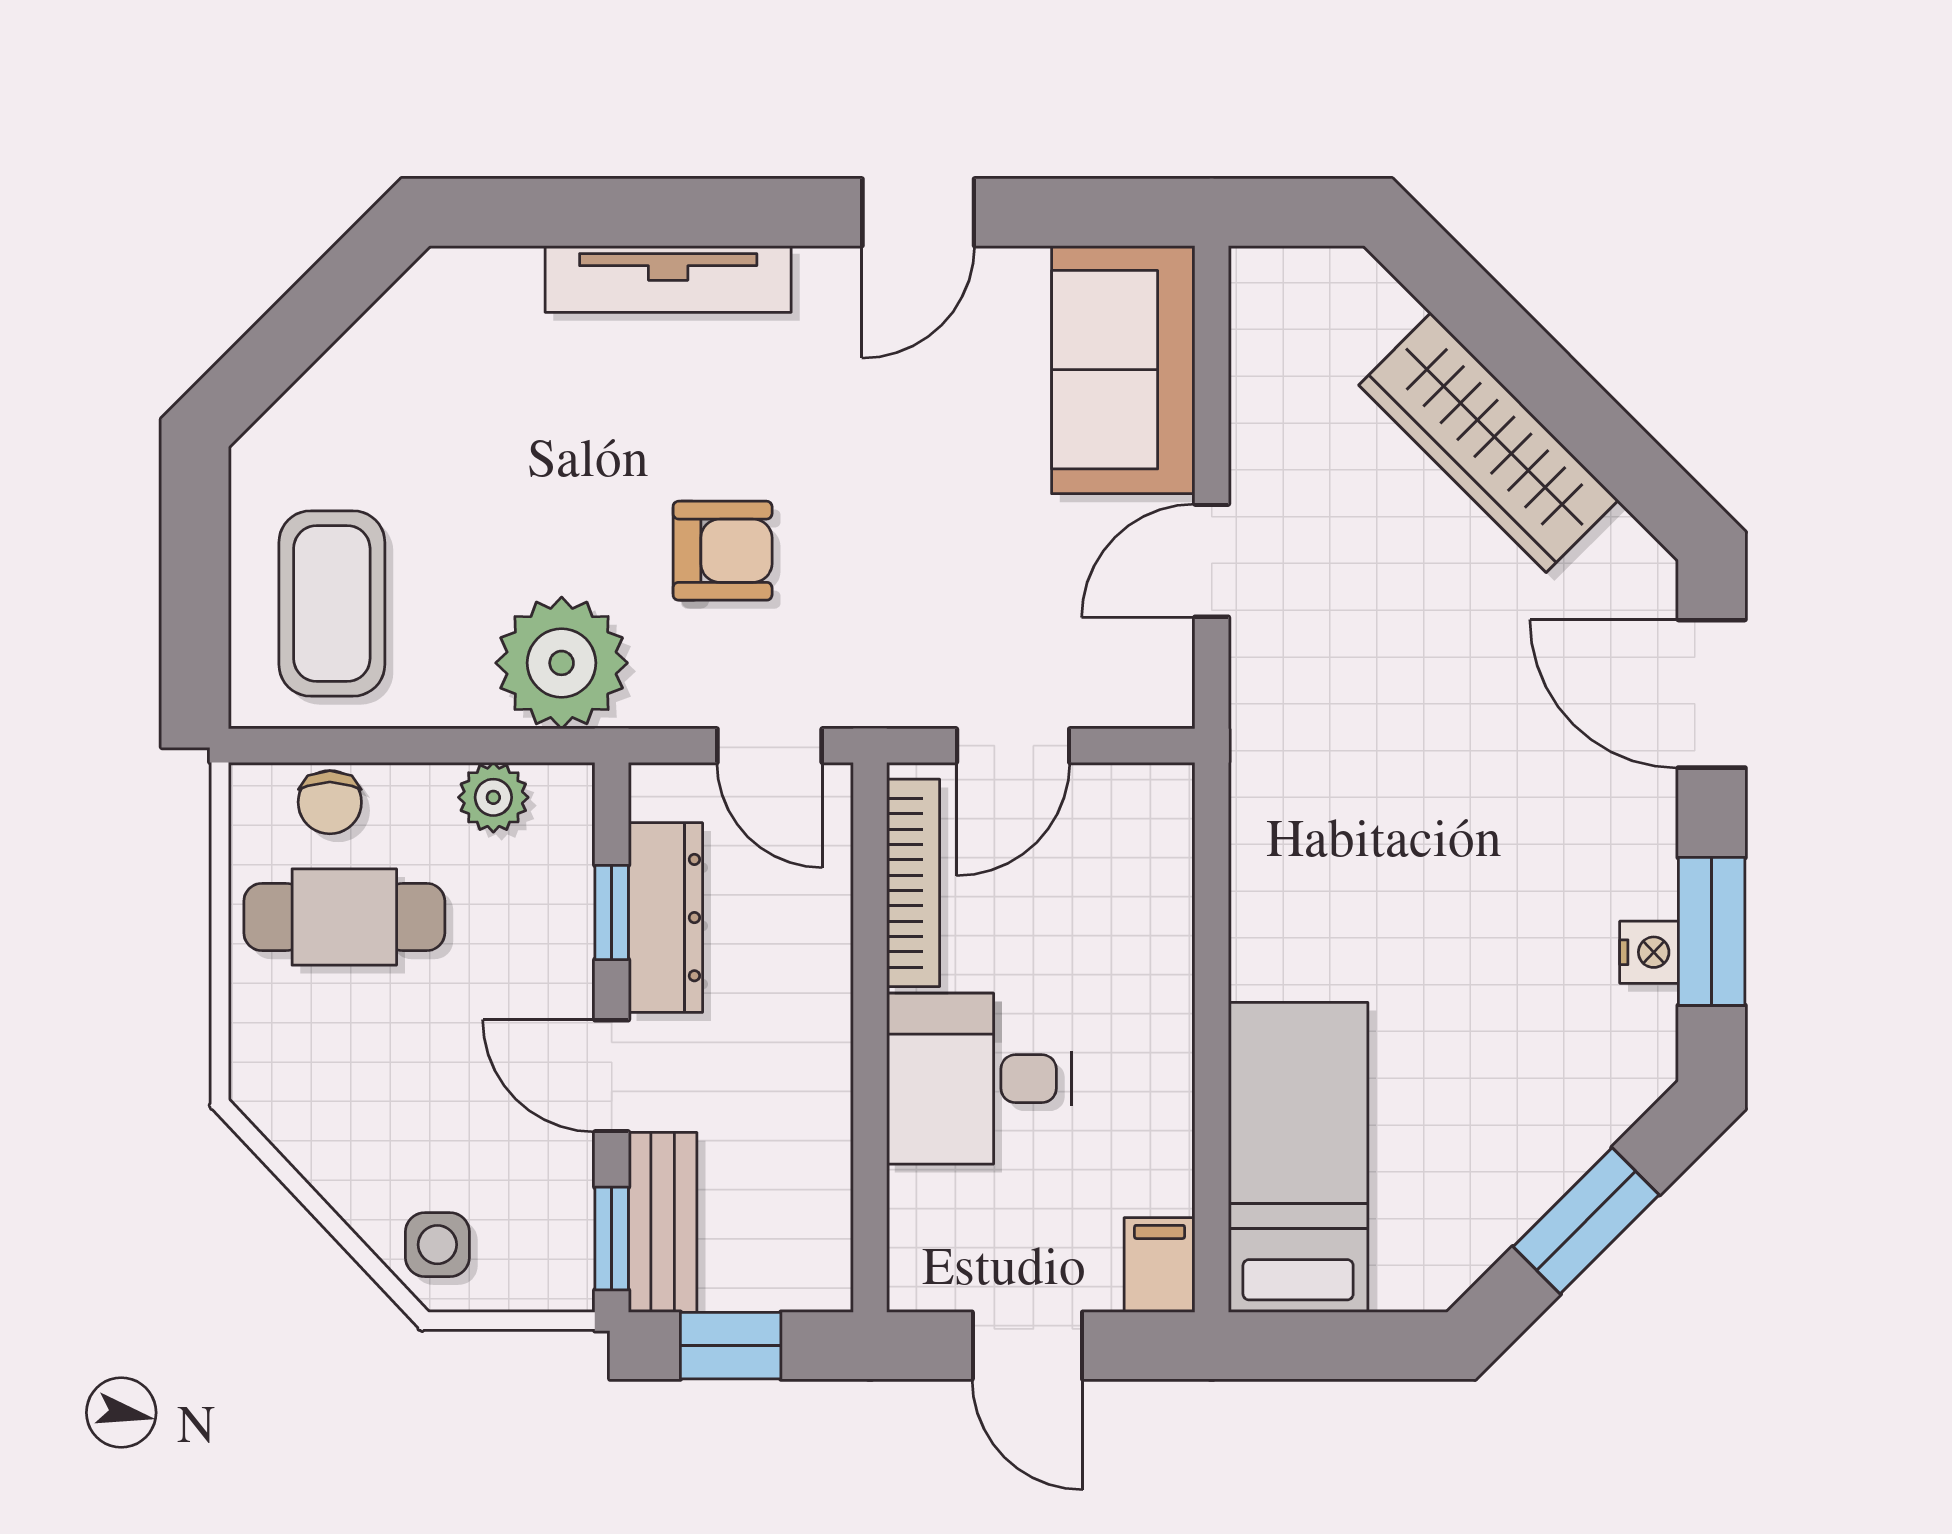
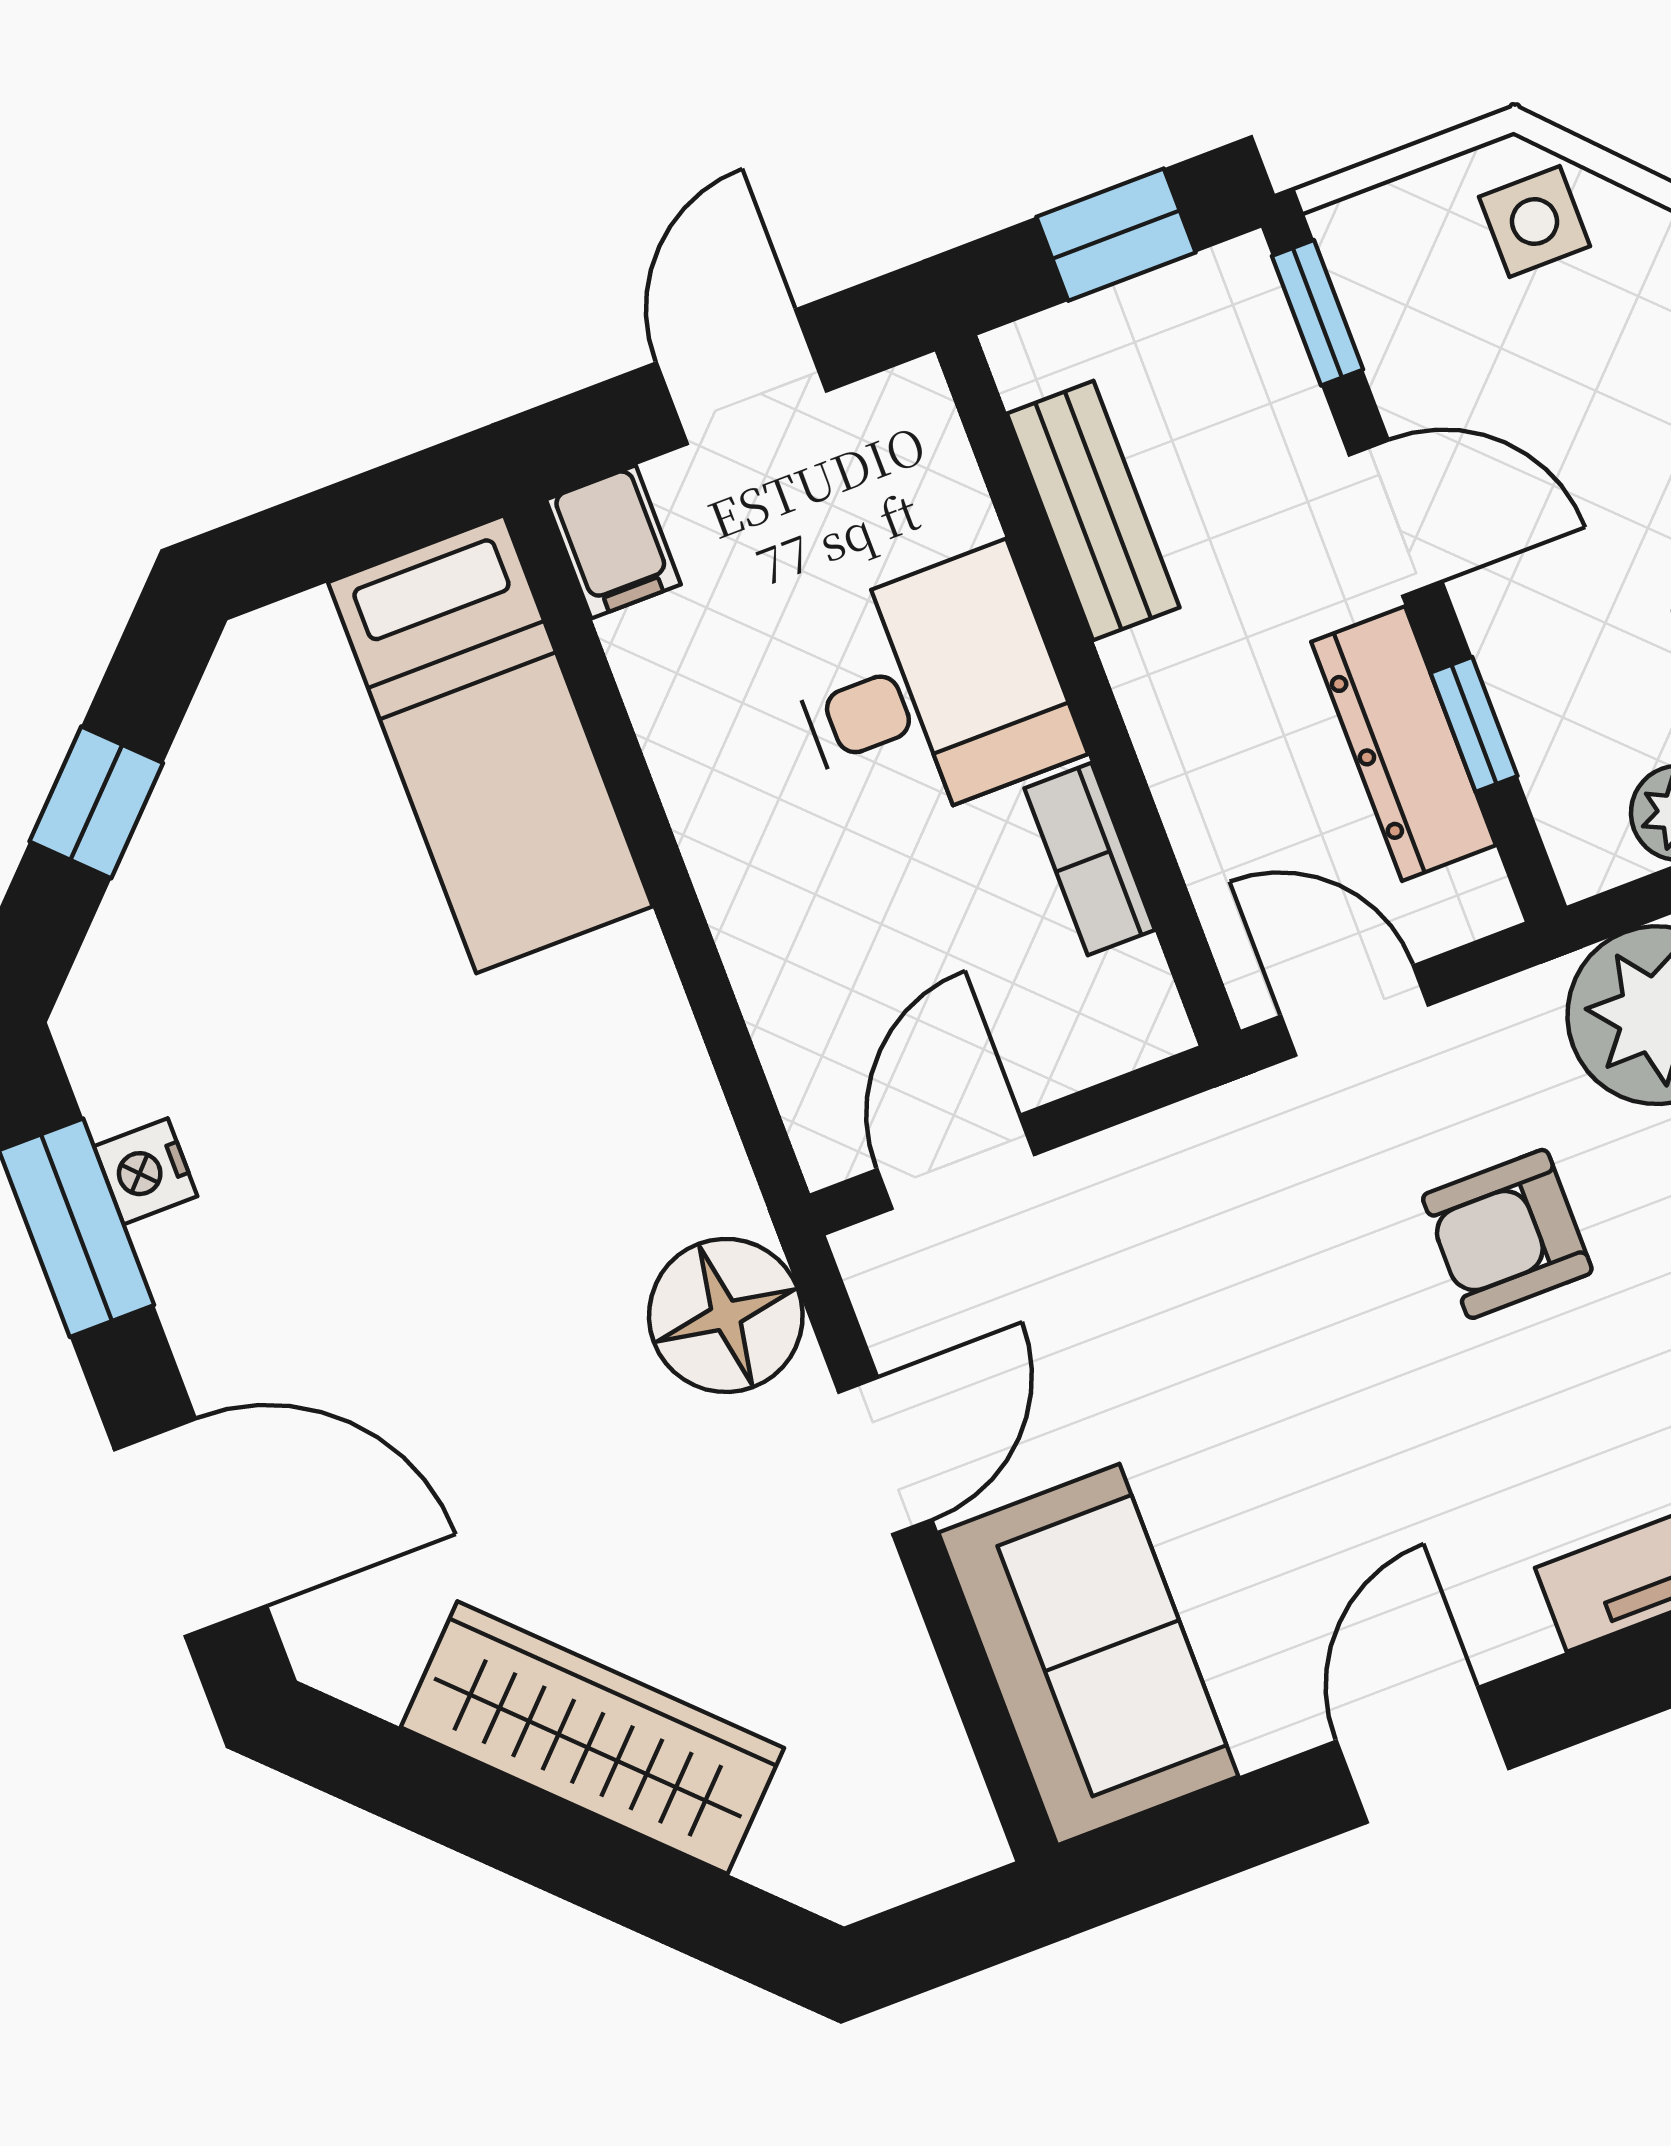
floor lamp: (1285, 700) -> (726, 1315), added
door: (1013, 746) -> (956, 1162), moved
bookcase: (913, 883) -> (1090, 859), width x0.64
window: (1586, 1221) -> (96, 802), width x0.67
bench: (663, 1222) -> (1093, 510), moved
door: (1027, 1346) -> (741, 377), hinge flipped

